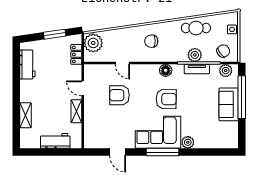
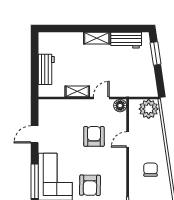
window: (55, 34) -> (156, 53), moved
locker: (76, 54) -> (137, 91), removed
floor lamp: (166, 70) -> (120, 106), moved
shelving: (25, 115) -> (97, 38), moved

